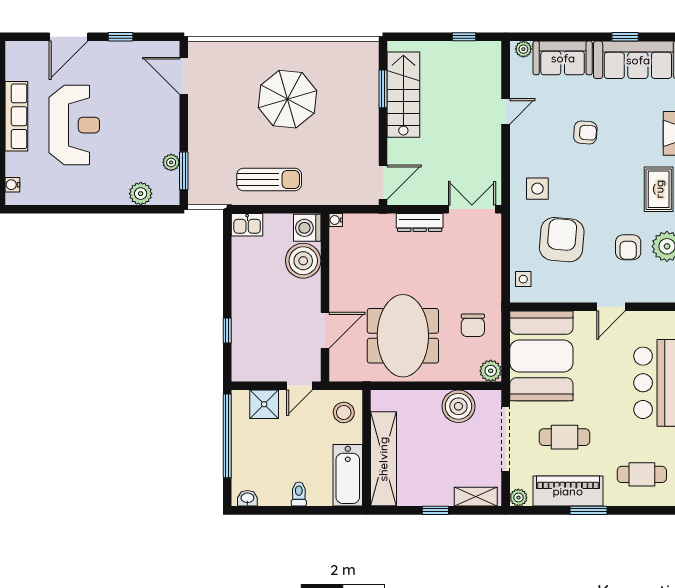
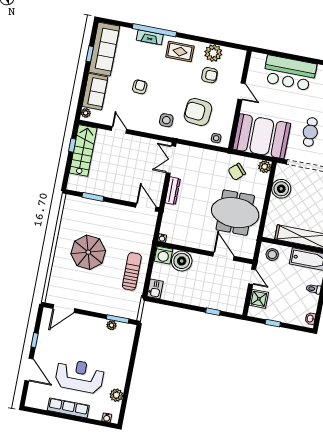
stairs: (403, 95) -> (83, 151), moved, turned 90
plant: (141, 194) -> (116, 395), moved
chair: (473, 325) -> (237, 172), turned 137
window: (227, 436) -> (273, 323), width x0.32

